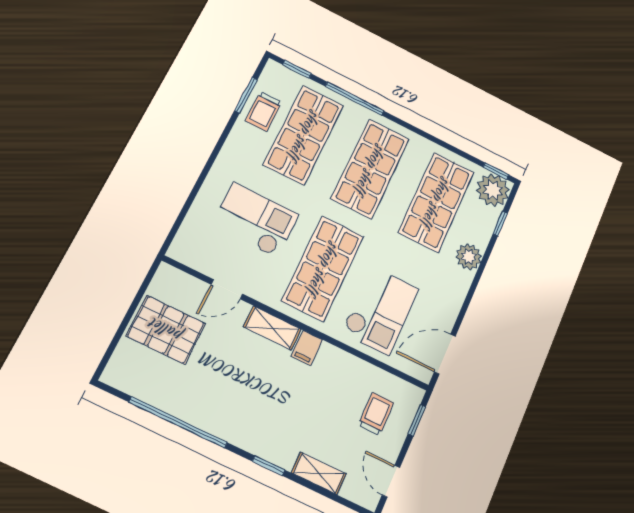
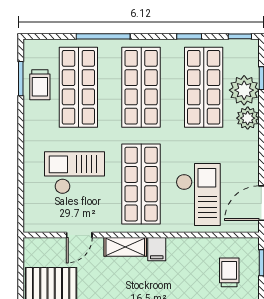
window: (297, 69) -> (189, 36), moved
plant: (493, 190) -> (244, 90), moved

